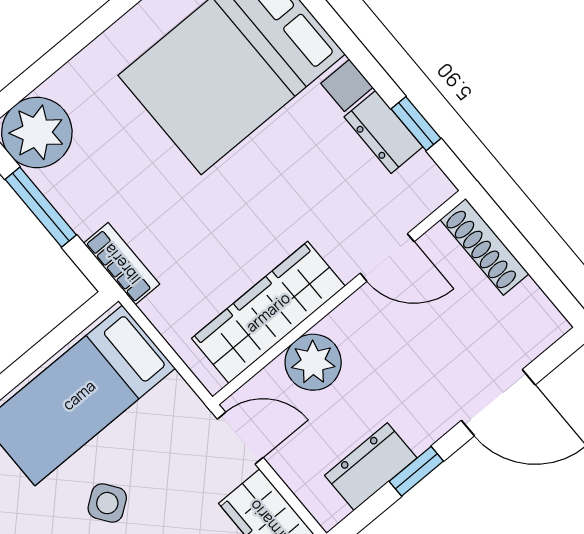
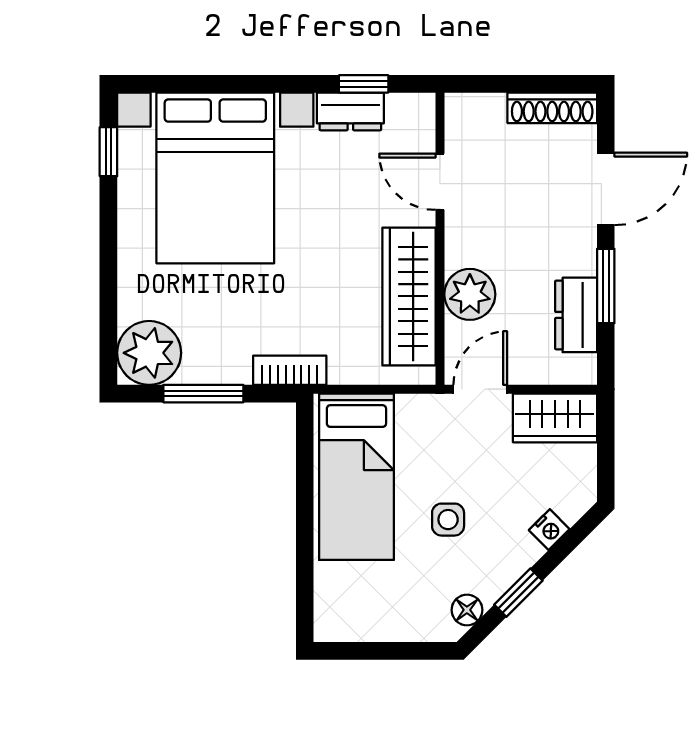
shoe rack: (484, 247) -> (552, 108), moved
door: (387, 257) -> (440, 182), swing flipped
window: (416, 471) -> (606, 286), width x1.50
side table: (107, 503) -> (448, 520), turned 36

